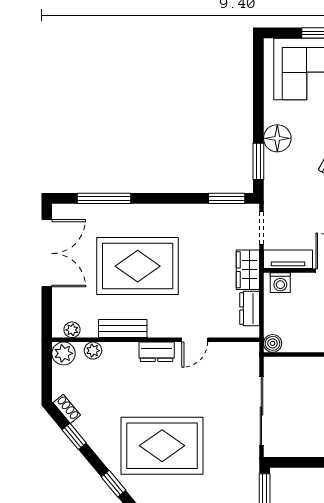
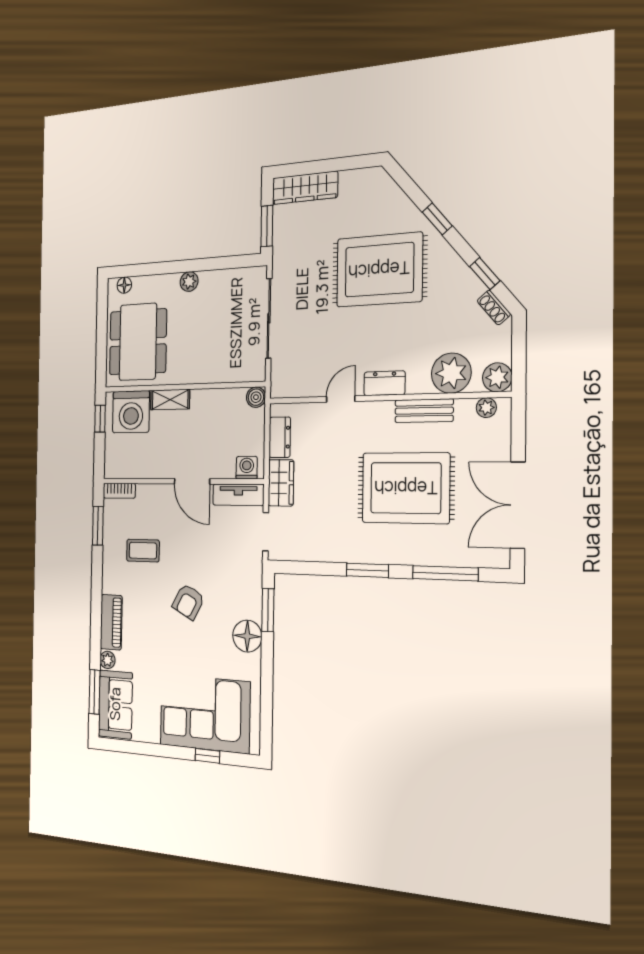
window: (227, 198) -> (367, 570), moved
plant: (93, 351) -> (451, 373), width x1.88, depth x1.88

